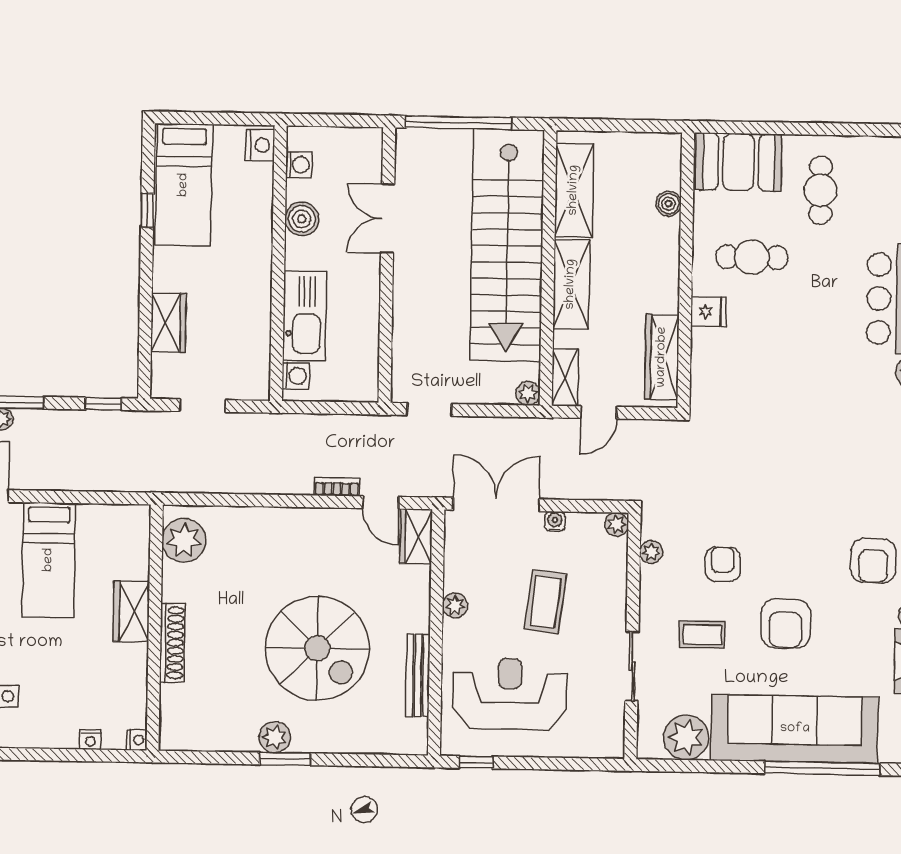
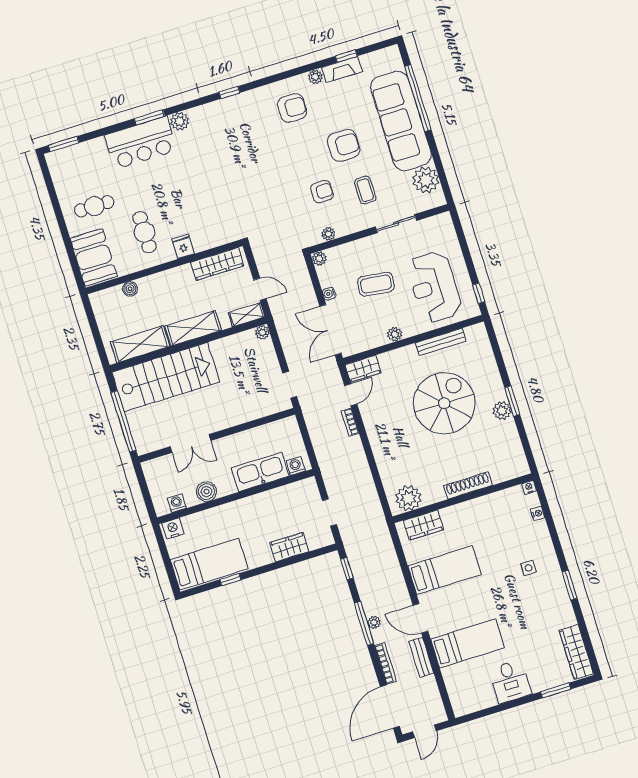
stairs: (507, 245) -> (166, 377), width x0.73
armchair: (723, 564) -> (322, 192), turned 180
wardrobe: (131, 611) -> (424, 525), moved

